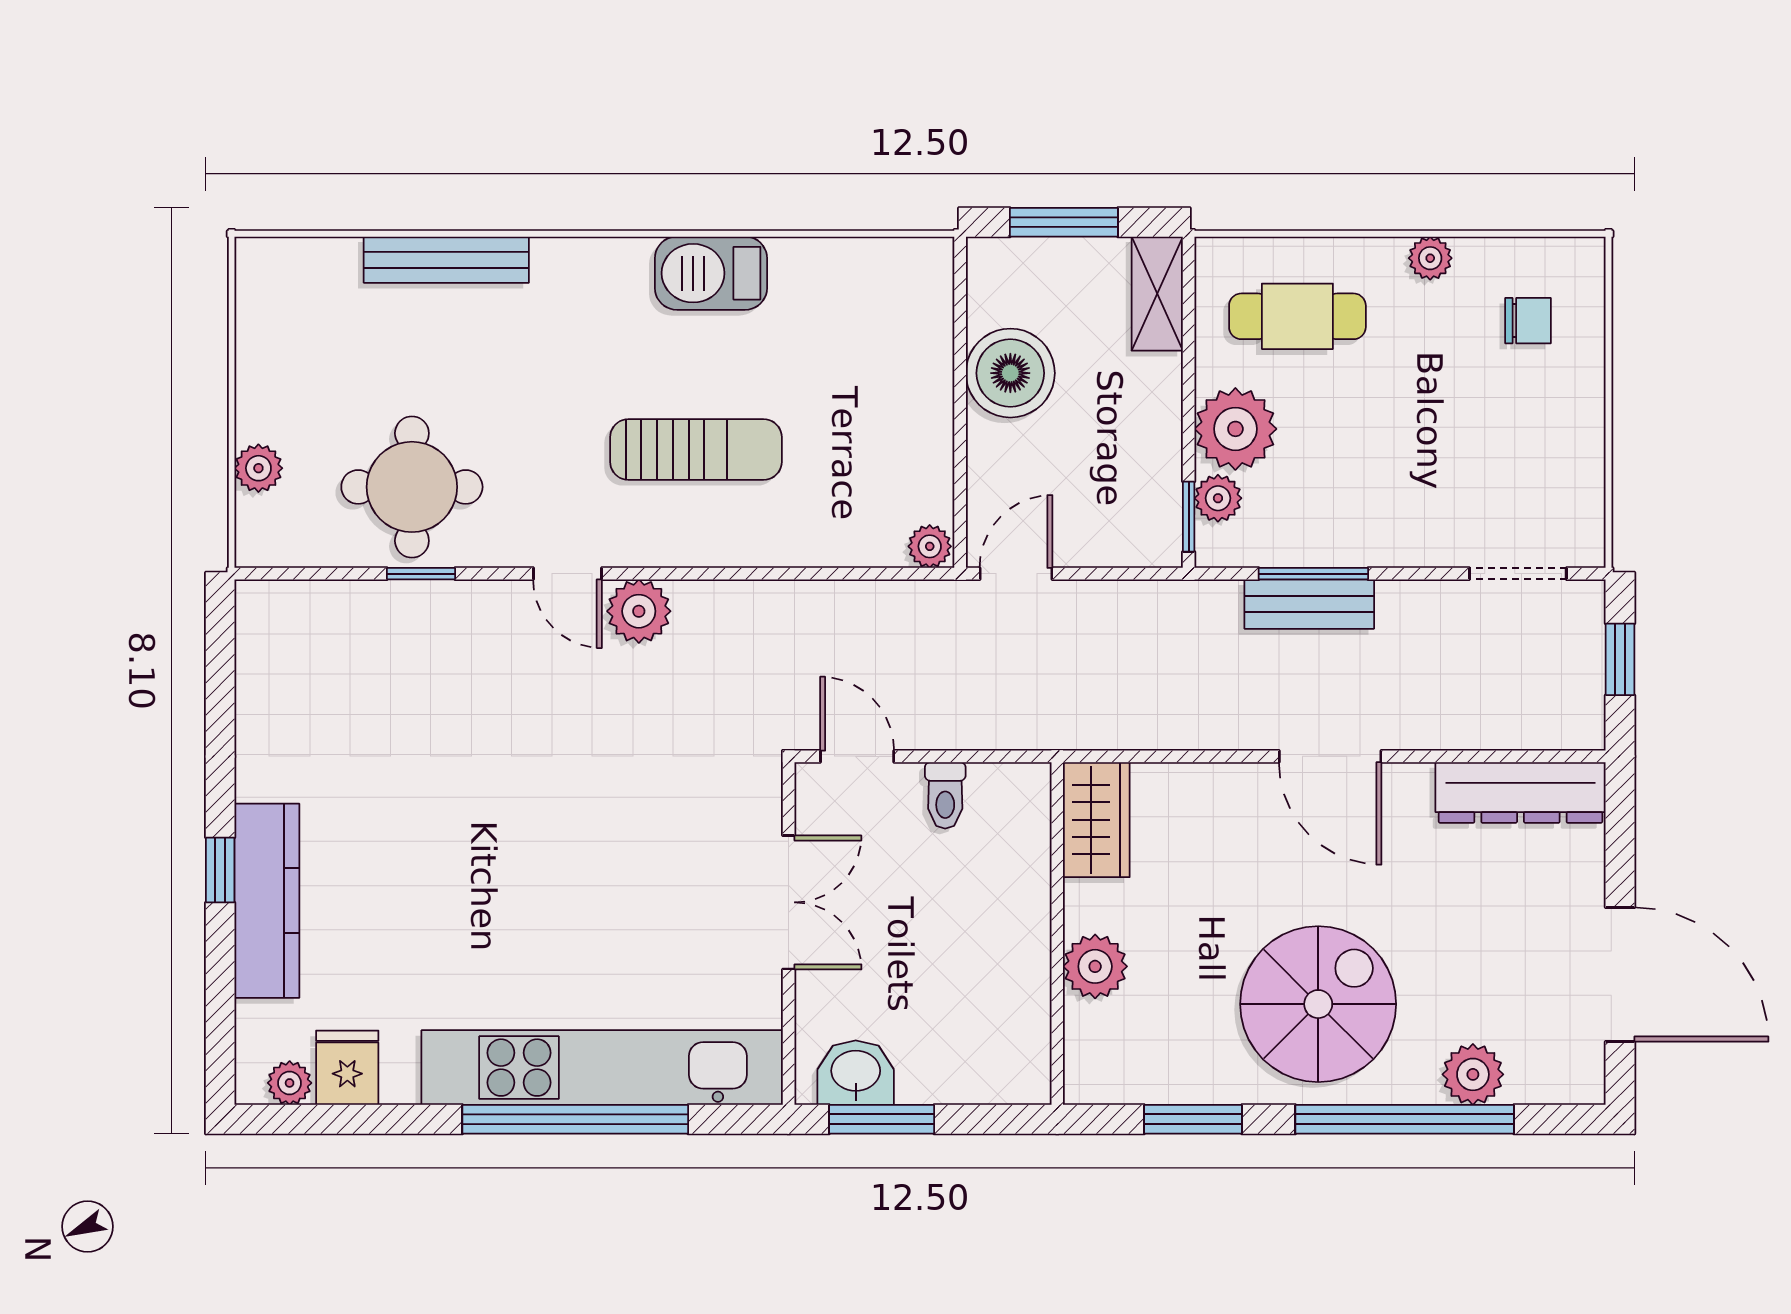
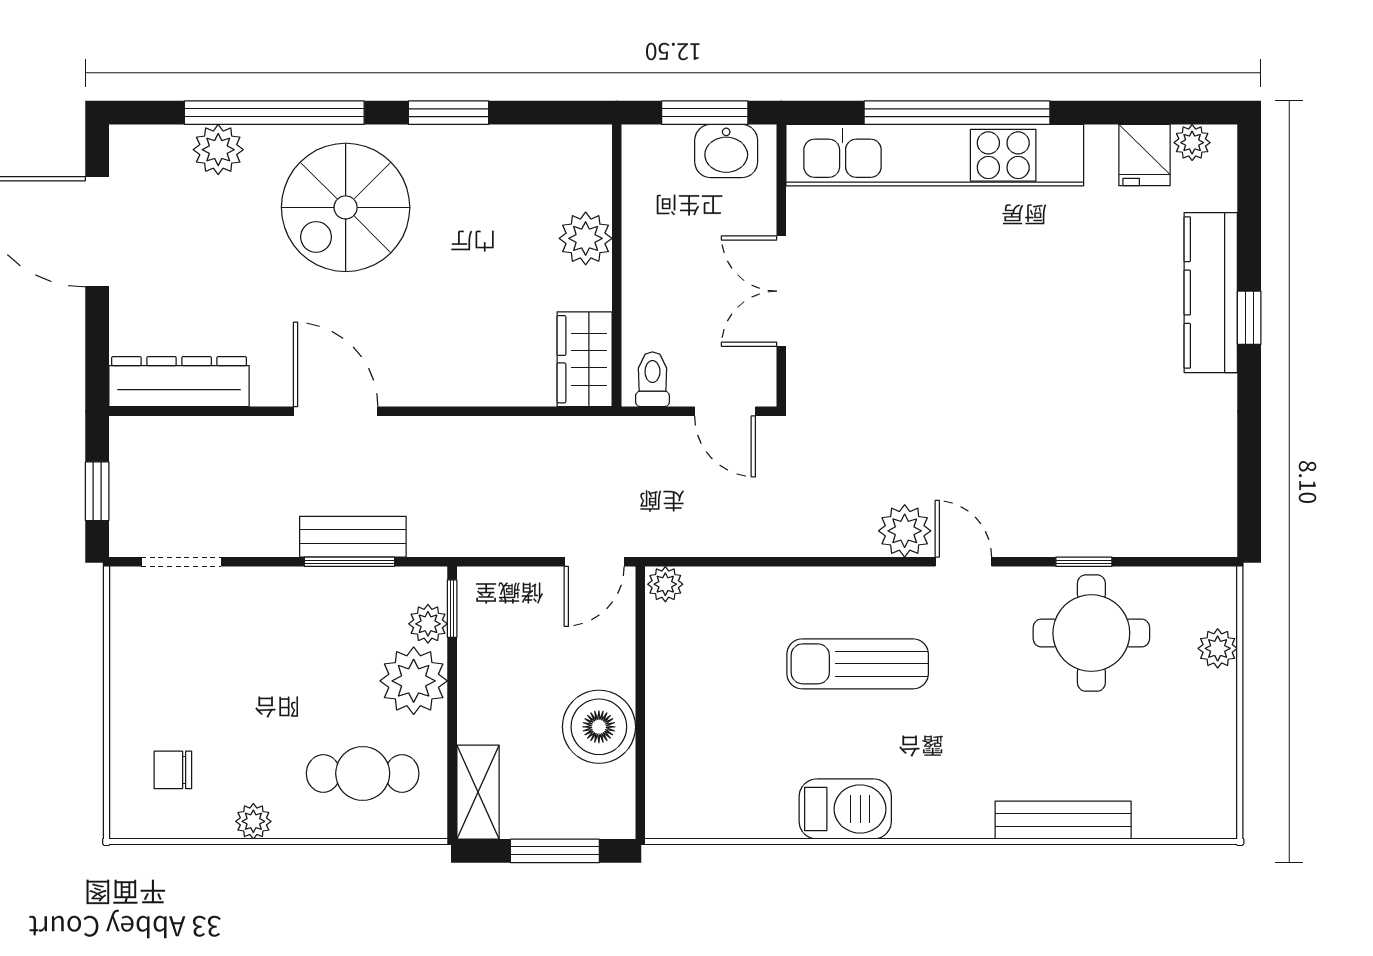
wardrobe: (1096, 820) -> (585, 359), moved
wall: (1057, 934) -> (617, 265), moved
plant: (1095, 966) -> (586, 238), moved

